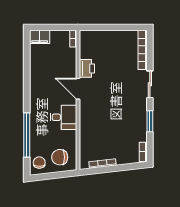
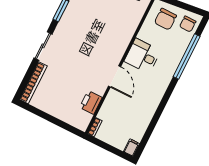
filing cabinet: (40, 37) -> (131, 148), width x0.50
printer: (87, 68) -> (91, 102), moved
chair: (60, 157) -> (165, 19), turned 90

